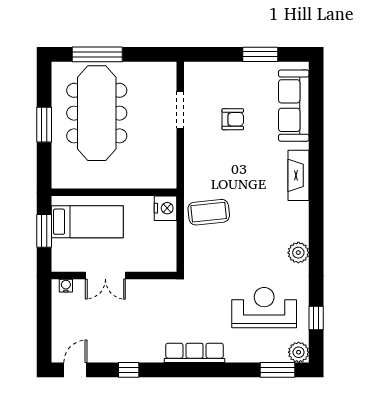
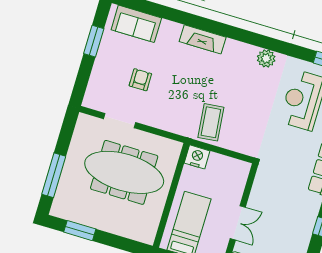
sofa: (294, 106) -> (136, 24), width x0.73
meeting table: (97, 113) -> (124, 172), moved
window: (44, 125) -> (80, 231), moved

